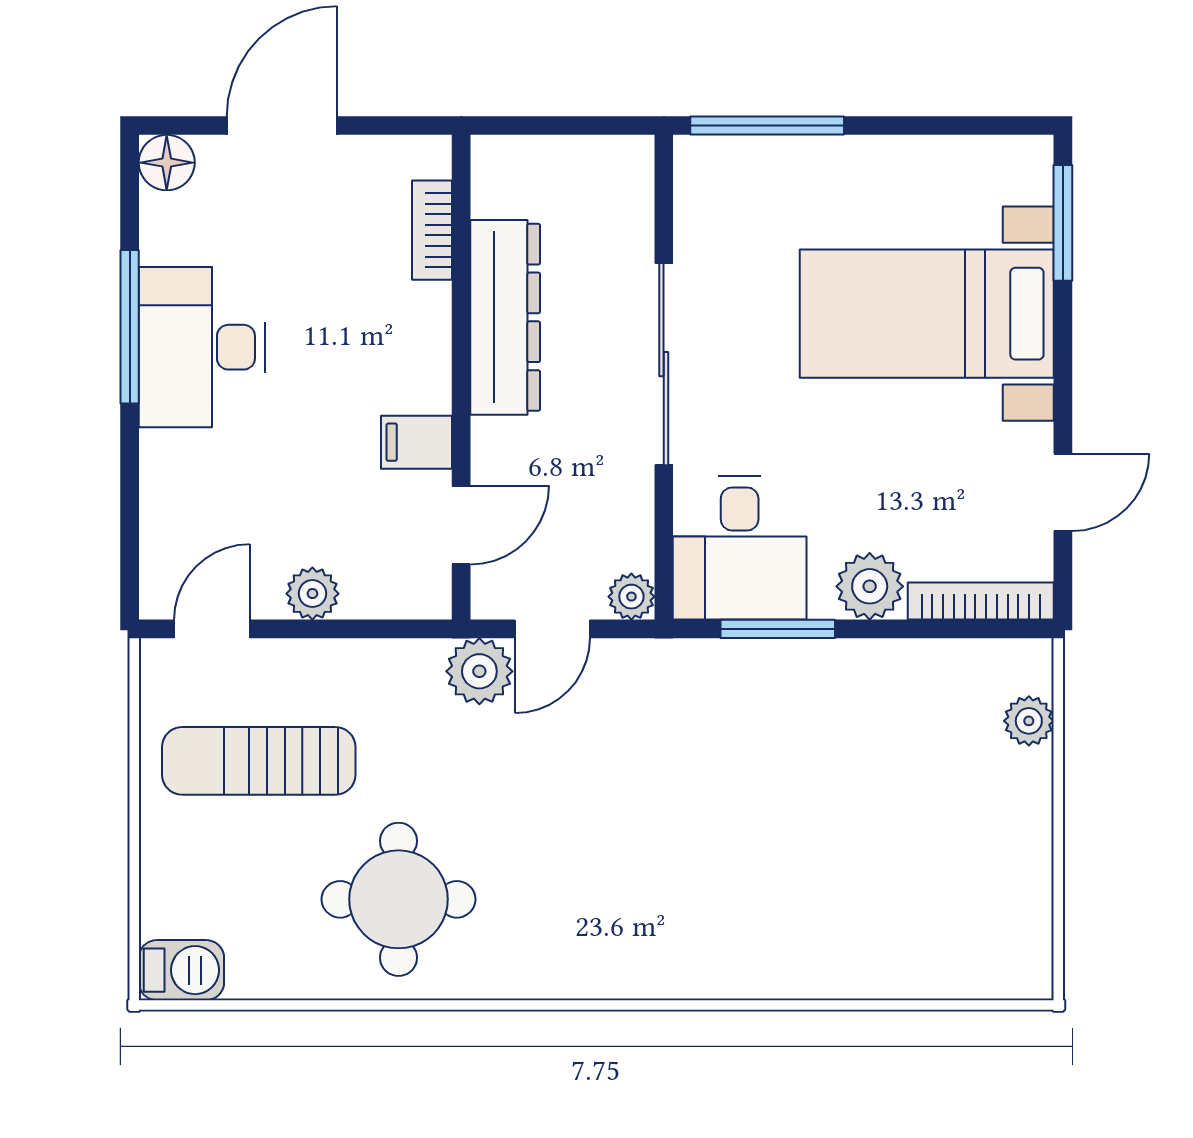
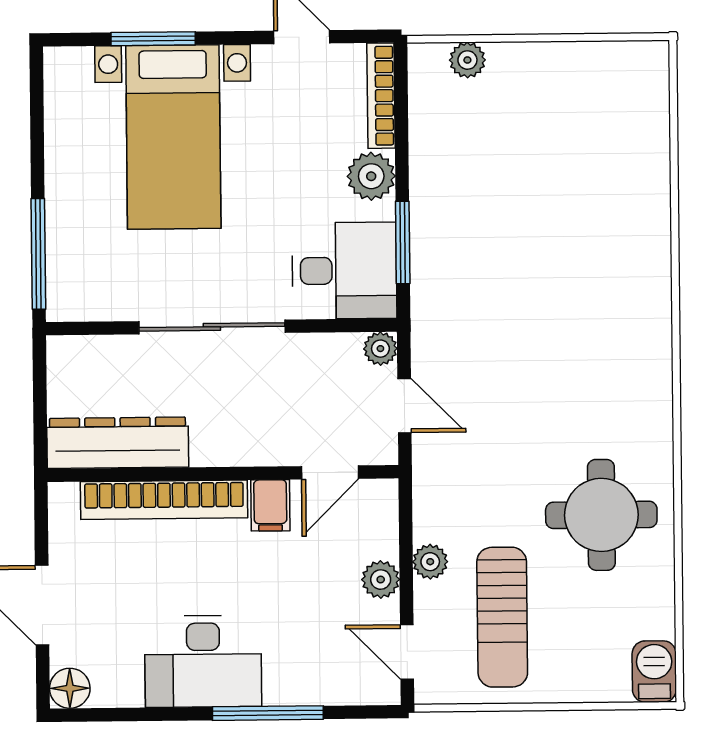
window: (1063, 223) -> (153, 39), moved
bookcase: (432, 230) -> (164, 500), width x2.31, depth x1.31
dresser: (505, 317) -> (118, 443), moved
window: (130, 327) -> (268, 713), moved
door: (461, 525) -> (330, 472), swing flipped
plant: (479, 671) -> (430, 562), moved, width x0.73, depth x0.73

